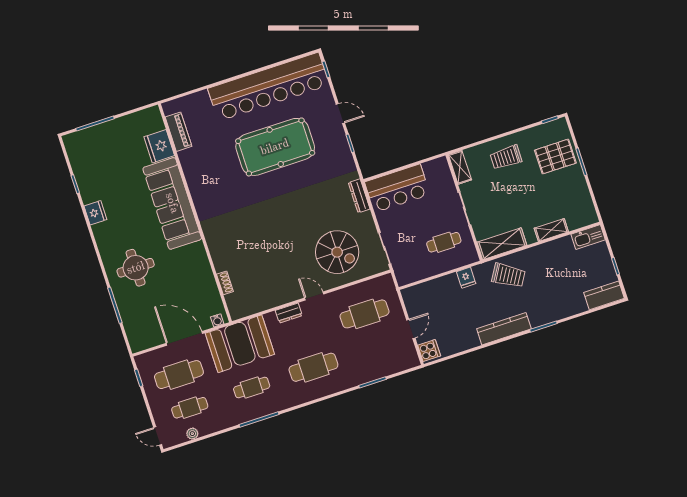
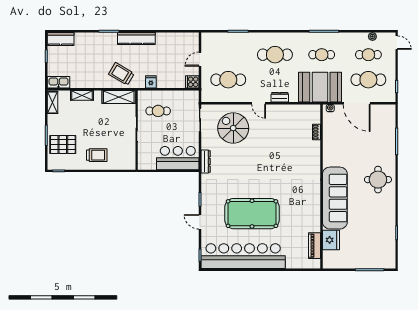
shelving: (460, 167) -> (52, 102), moved
fridge: (95, 213) -> (389, 209), removed
round table: (136, 268) -> (378, 180), moved
cooker: (429, 351) -> (192, 82), moved

